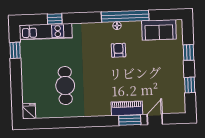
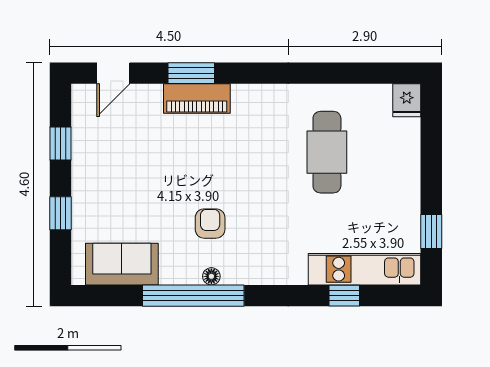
armchair: (118, 50) -> (210, 224), turned 180
door: (155, 119) -> (113, 73), moved

